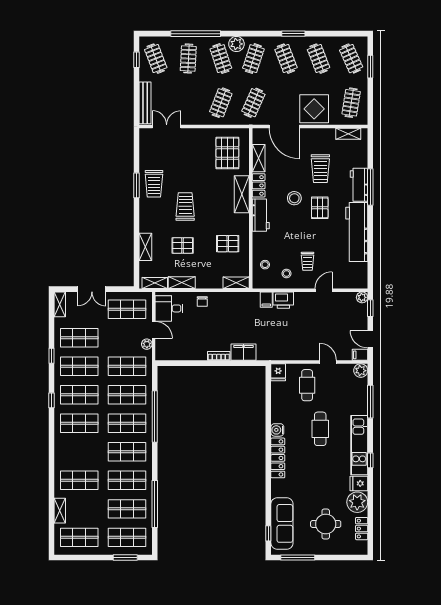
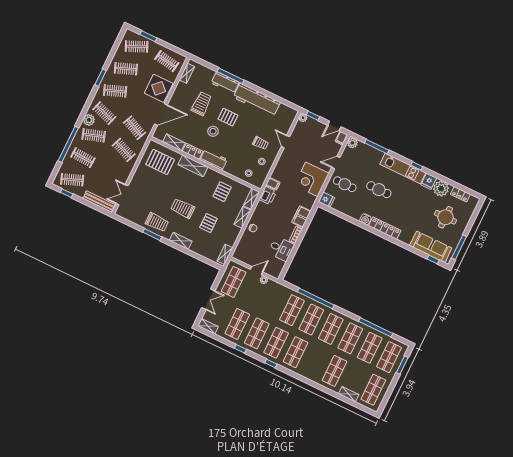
trolley: (320, 169) -> (201, 104), turned -90
shelving: (145, 247) -> (181, 241), moved
shelving: (182, 283) -> (242, 217), moved
printer: (283, 300) -> (268, 195), moved
desk: (169, 308) -> (281, 249), moved, turned -90
corner desk: (294, 343) -> (312, 179), added
shop shelf: (127, 366) -> (272, 301), removed

